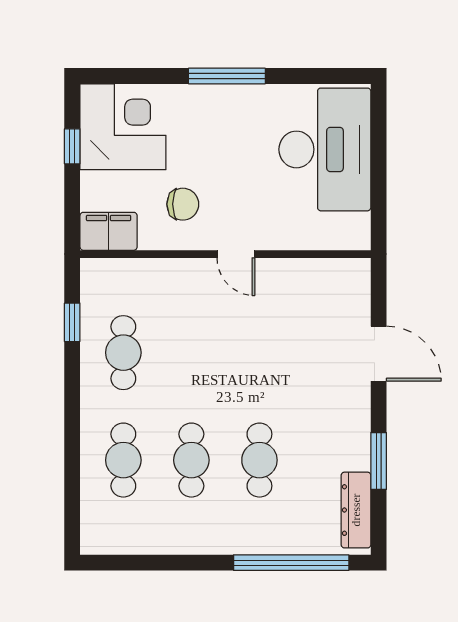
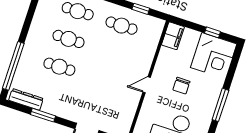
chair: (183, 204) -> (181, 86), moved

